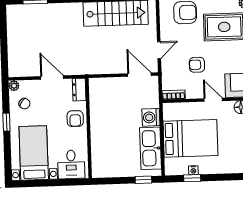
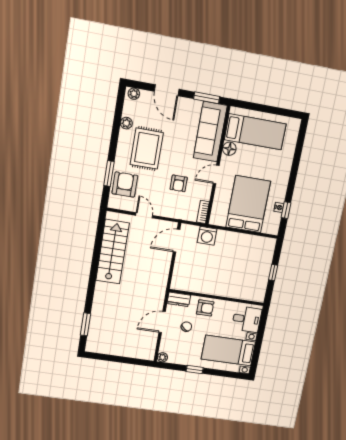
door: (159, 50) -> (144, 215), moved
chair: (24, 104) -> (186, 327), moved
washing machine: (151, 117) -> (207, 236), moved
kitchen sink: (150, 148) -> (249, 244), removed
window: (143, 180) -> (273, 273), moved

